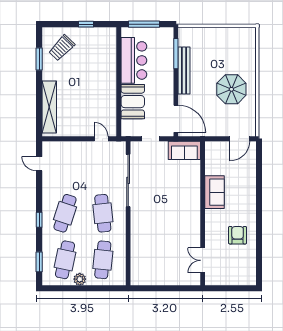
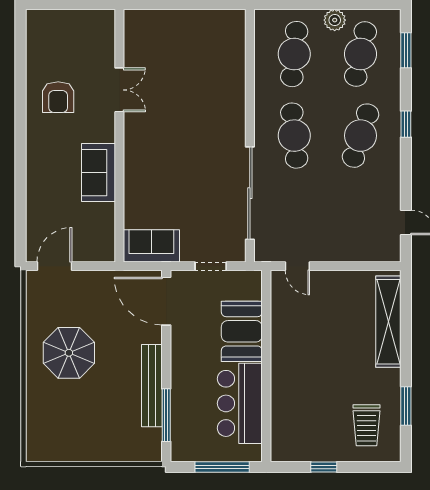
trolley: (62, 48) -> (366, 425), turned 136
double door: (203, 260) -> (119, 90), moved

